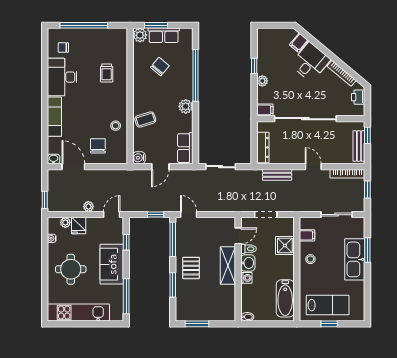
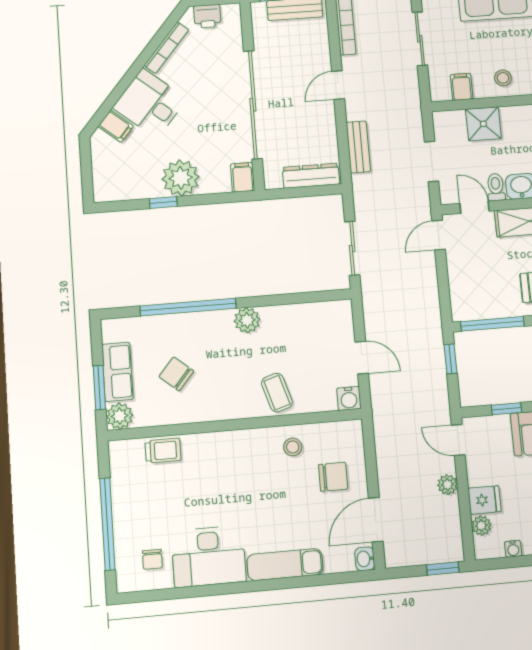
trolley: (107, 73) -> (163, 451), moved
plant: (262, 81) -> (181, 178), width x1.88, depth x1.88
chair: (98, 146) -> (333, 477), turned 180
row of seats: (185, 148) -> (324, 315), removed
door: (189, 215) -> (439, 235), moved

